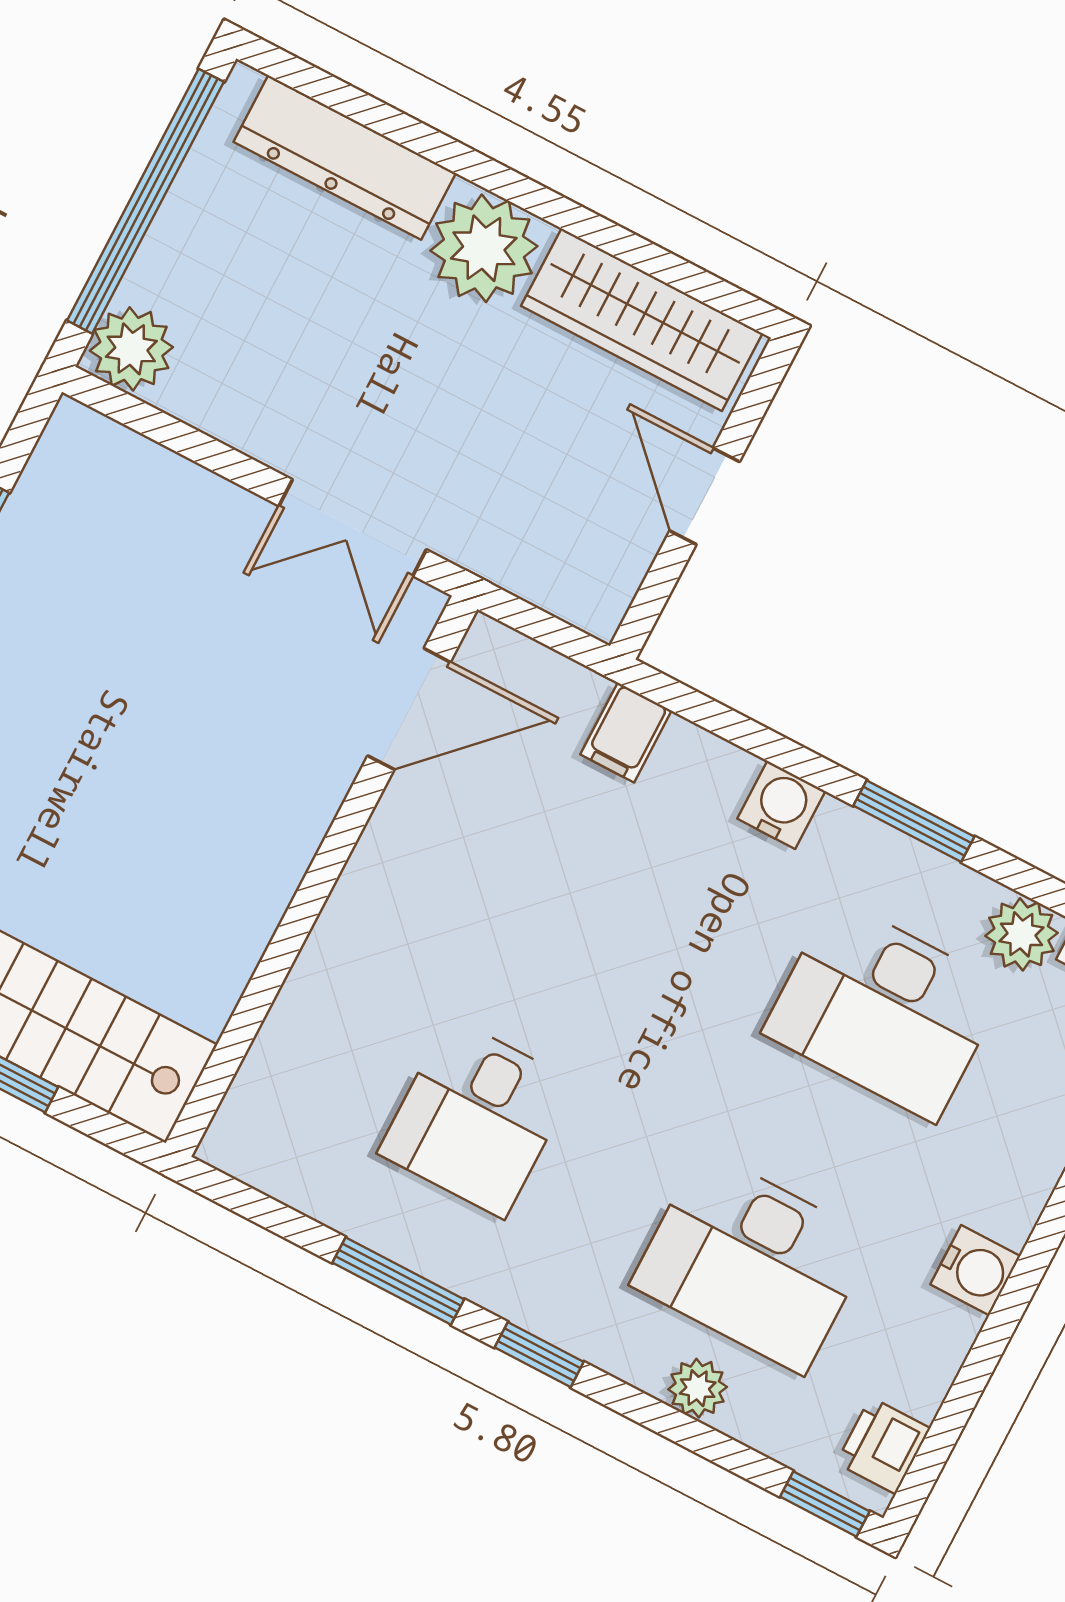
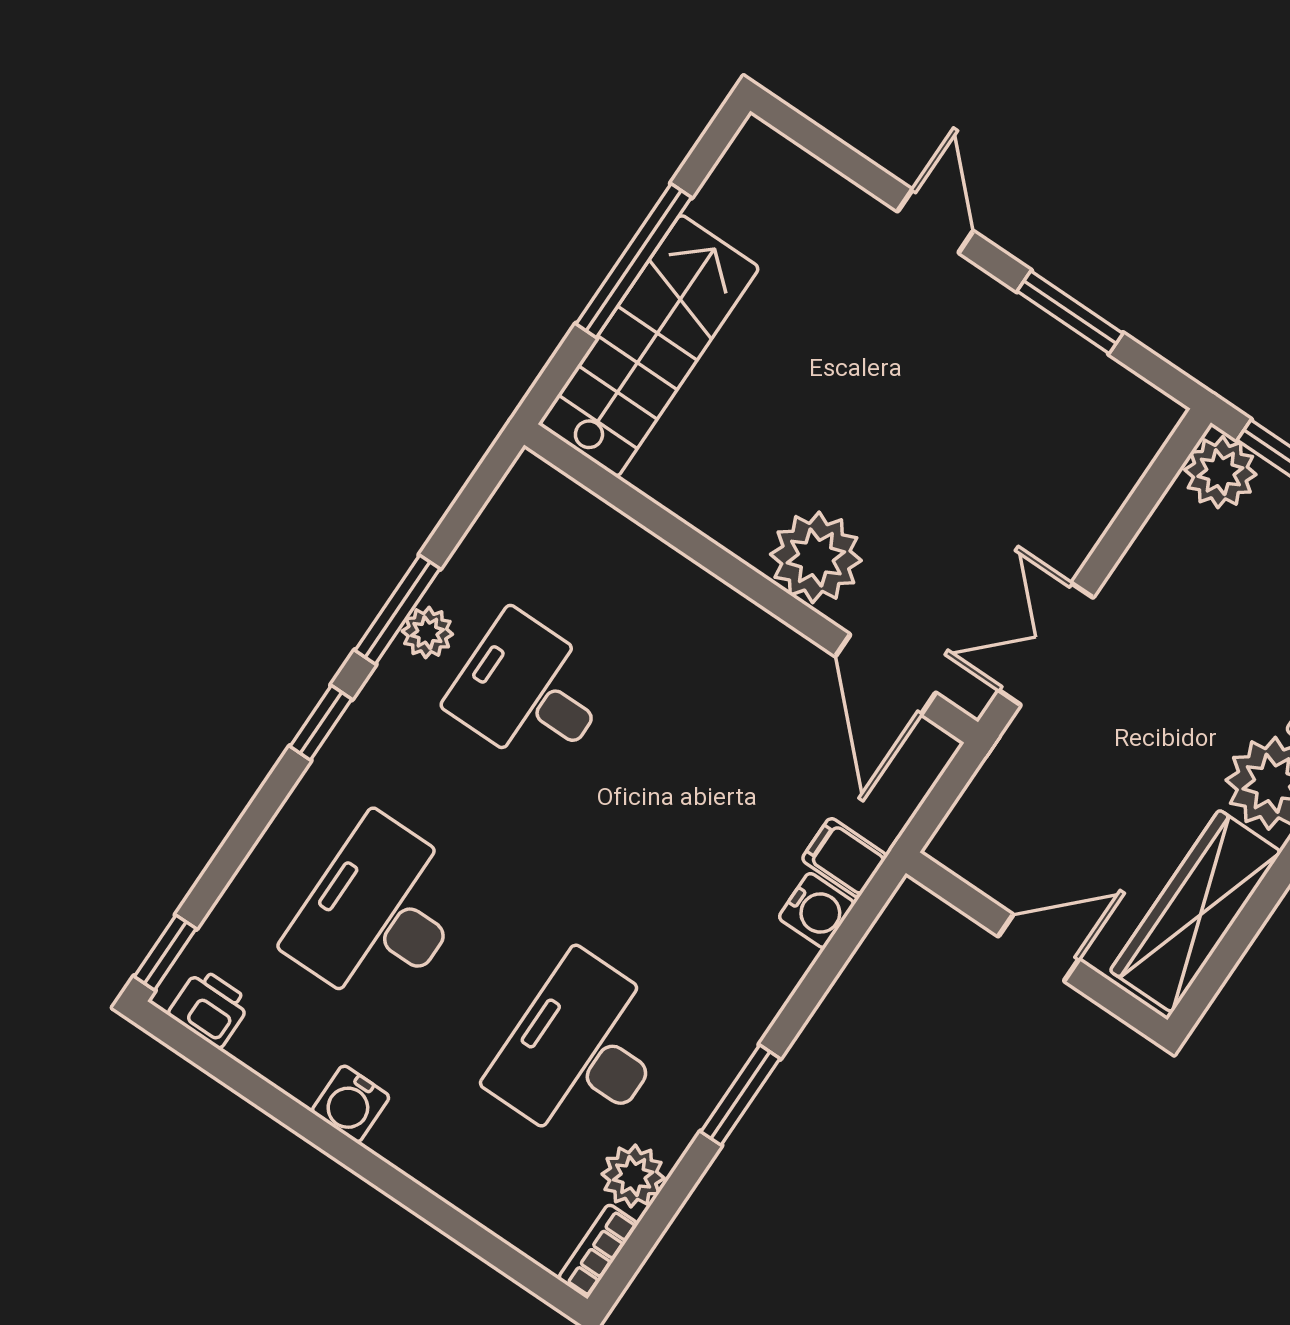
plant: (283, 805) -> (816, 557), added
water cooler: (781, 805) -> (817, 910), moved
plant: (698, 1388) -> (427, 633), moved

